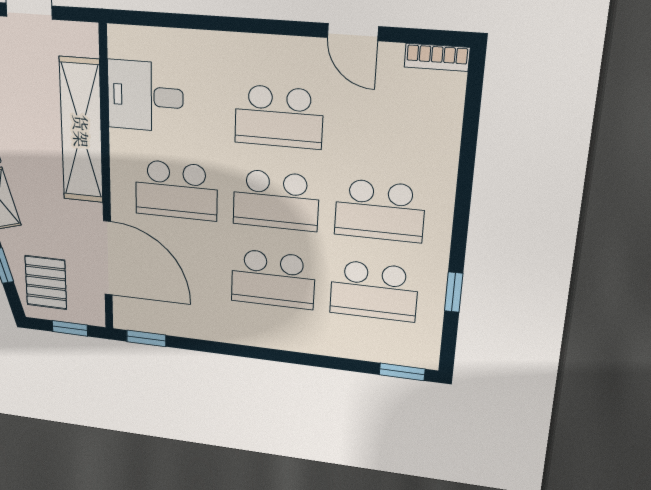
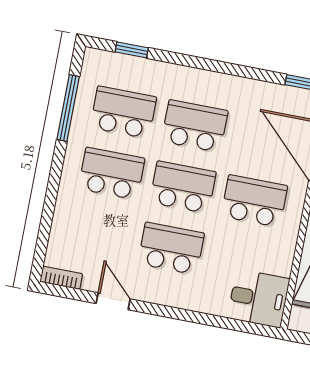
desk: (145, 96) -> (259, 298), moved
window: (454, 292) -> (68, 108), width x2.17
window: (402, 372) -> (132, 50), moved

